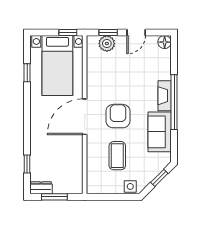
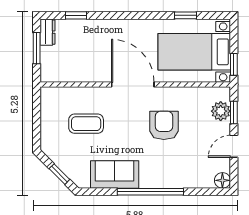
door: (136, 33) -> (234, 146), hinge flipped
fireplace: (165, 96) -> (158, 181), removed
armchair: (118, 116) -> (164, 125), moved, turned -90
side table: (130, 186) -> (49, 139), removed

